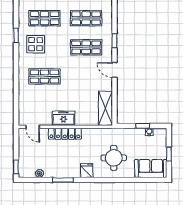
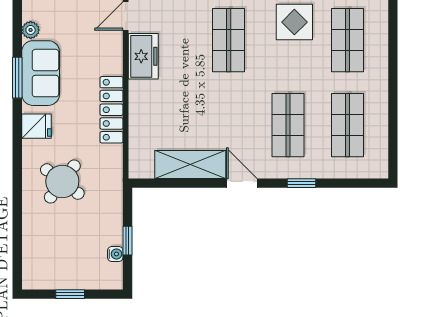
door: (114, 70) -> (242, 183), hinge flipped
shelving: (105, 108) -> (190, 164), moved
freezer: (63, 118) -> (143, 56), moved
locker: (65, 134) -> (112, 110), moved
round table: (114, 158) -> (62, 182), turned 37
sofa: (151, 169) -> (41, 73), moved

